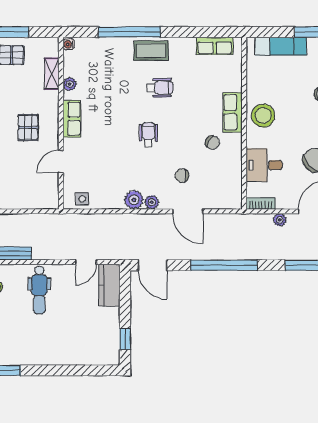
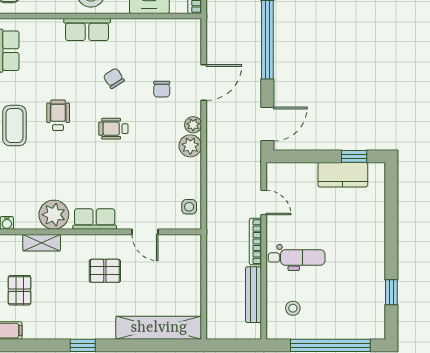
plant: (70, 84) -> (54, 215), width x1.88, depth x1.88
chair: (213, 143) -> (114, 78), moved, turned -59
bookcase: (53, 255) -> (255, 242), added
kitchen counter: (109, 285) -> (343, 175), moved

